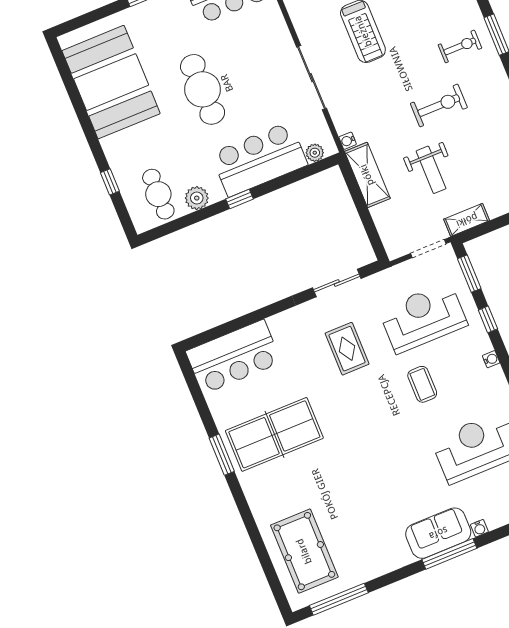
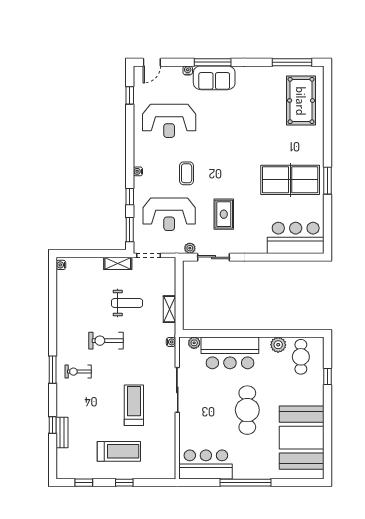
weight bench: (431, 170) -> (127, 303), turned 90
shelving: (367, 175) -> (169, 309), width x0.67, depth x0.75
window: (240, 199) -> (252, 333), removed
plant: (375, 282) -> (190, 248), added

